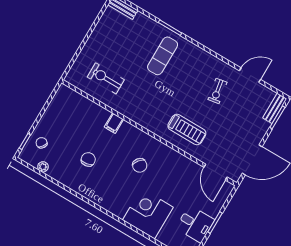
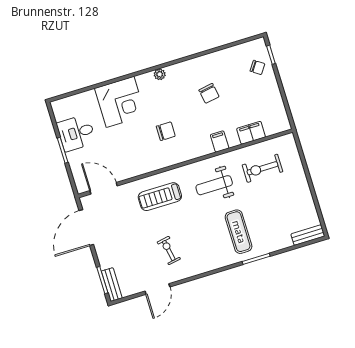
exercise bike: (106, 78) -> (262, 168), turned 180
weight bench: (146, 100) -> (214, 185), added
filing cabinet: (89, 107) -> (251, 133), added
chair: (140, 165) -> (166, 131), turned 142
plant: (43, 167) -> (160, 74), moved

